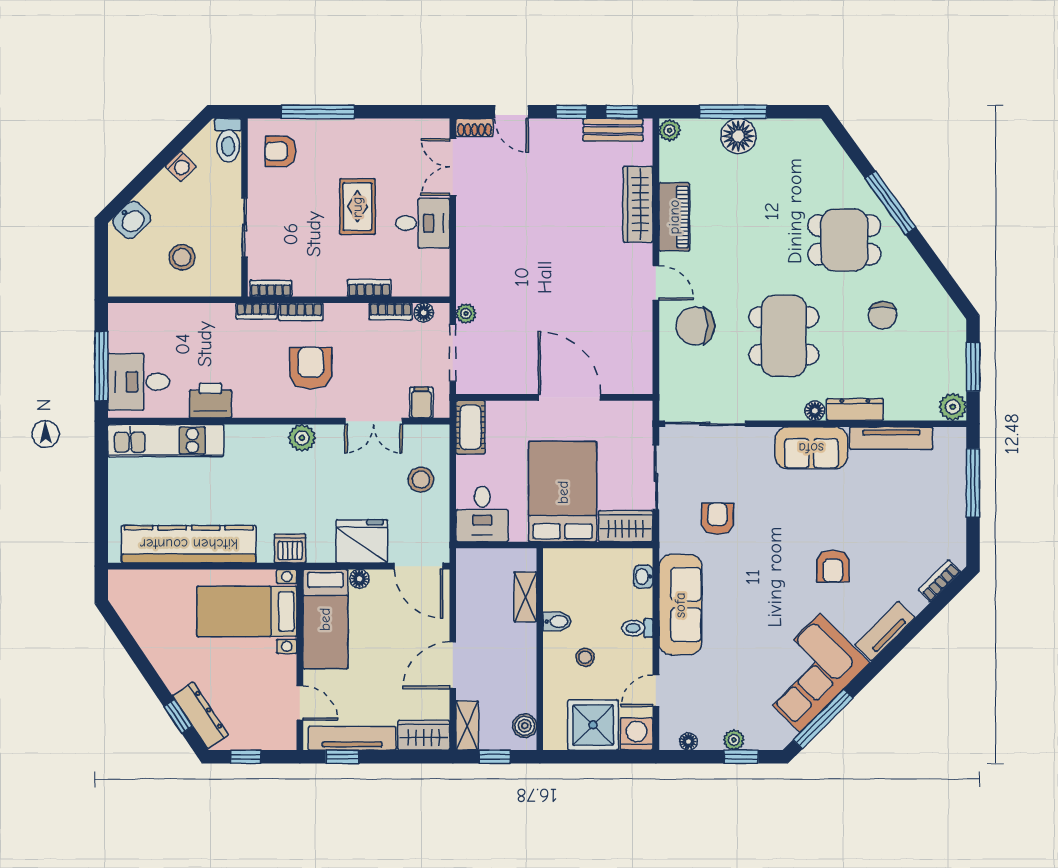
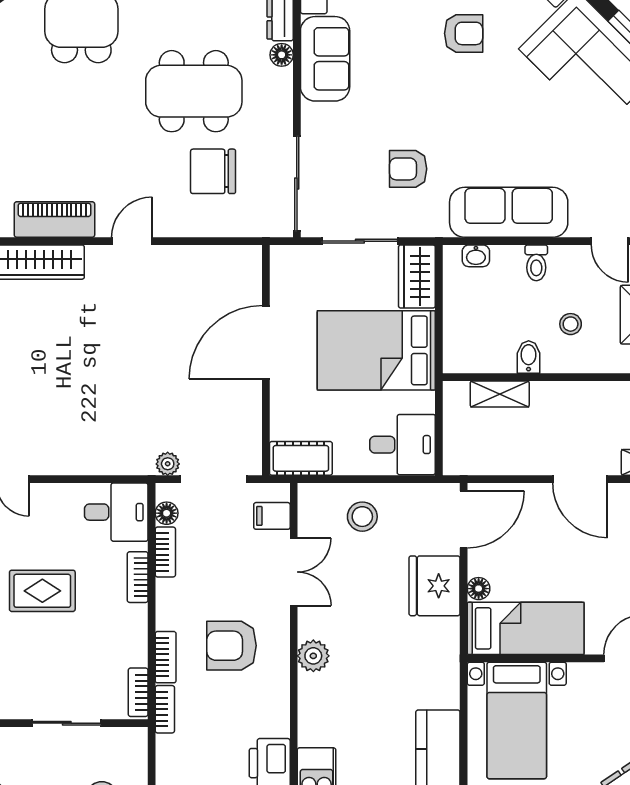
desk: (423, 223) -> (116, 512), moved, turned 90
chair: (695, 326) -> (213, 171), moved, turned 90
dishwasher: (290, 548) -> (443, 670), removed

